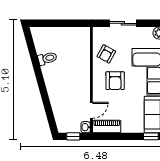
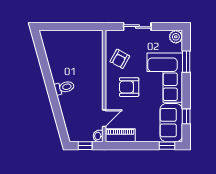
toilet: (47, 58) -> (64, 87), moved
armchair: (115, 81) -> (129, 87), turned 90

